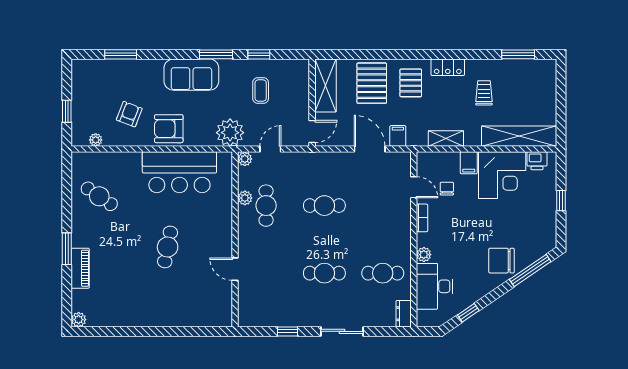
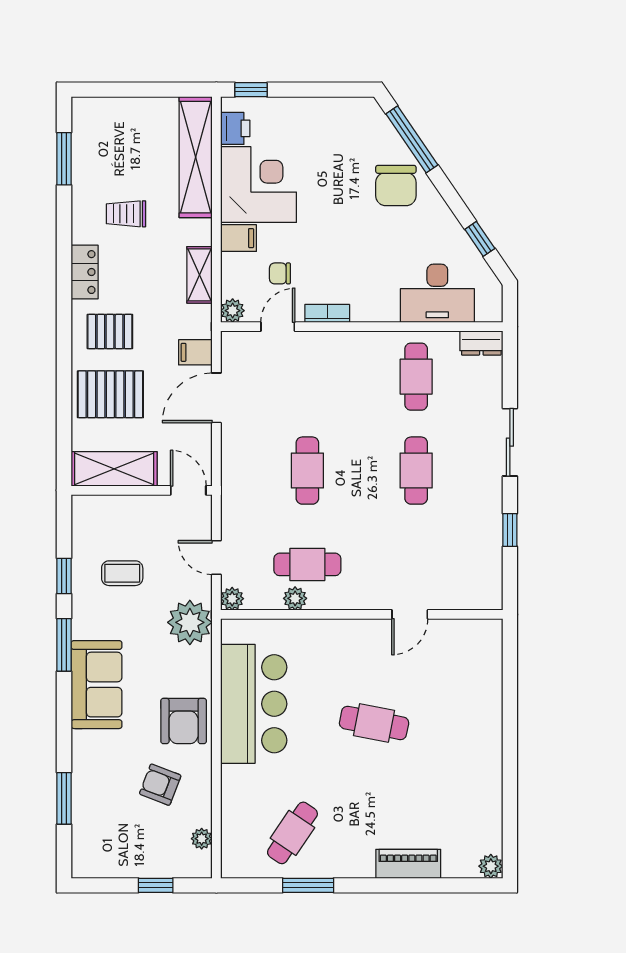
window: (561, 201) -> (251, 90), moved
window: (67, 249) -> (308, 885), moved
plant: (424, 255) -> (233, 311), moved

